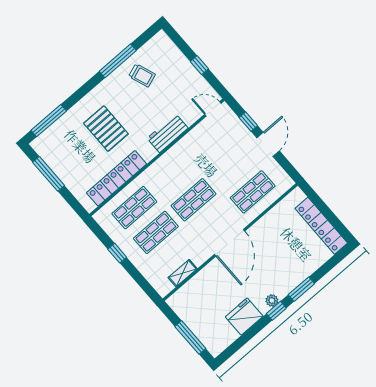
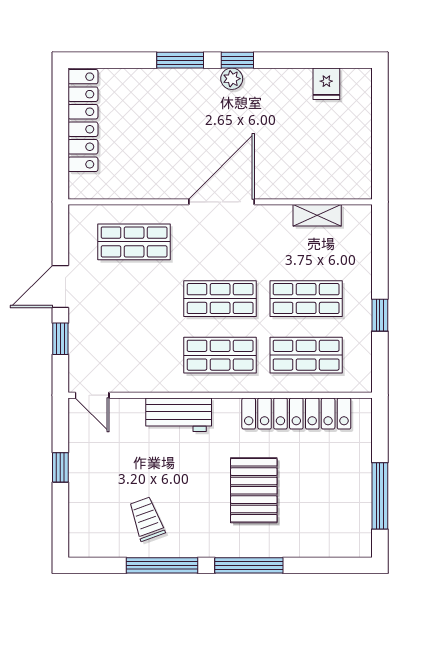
window: (49, 121) -> (249, 565), moved
shop shelf: (172, 175) -> (220, 355), added
fridge: (244, 316) -> (326, 84), moved, width x0.53, depth x0.75
window: (190, 338) -> (380, 123), removed

